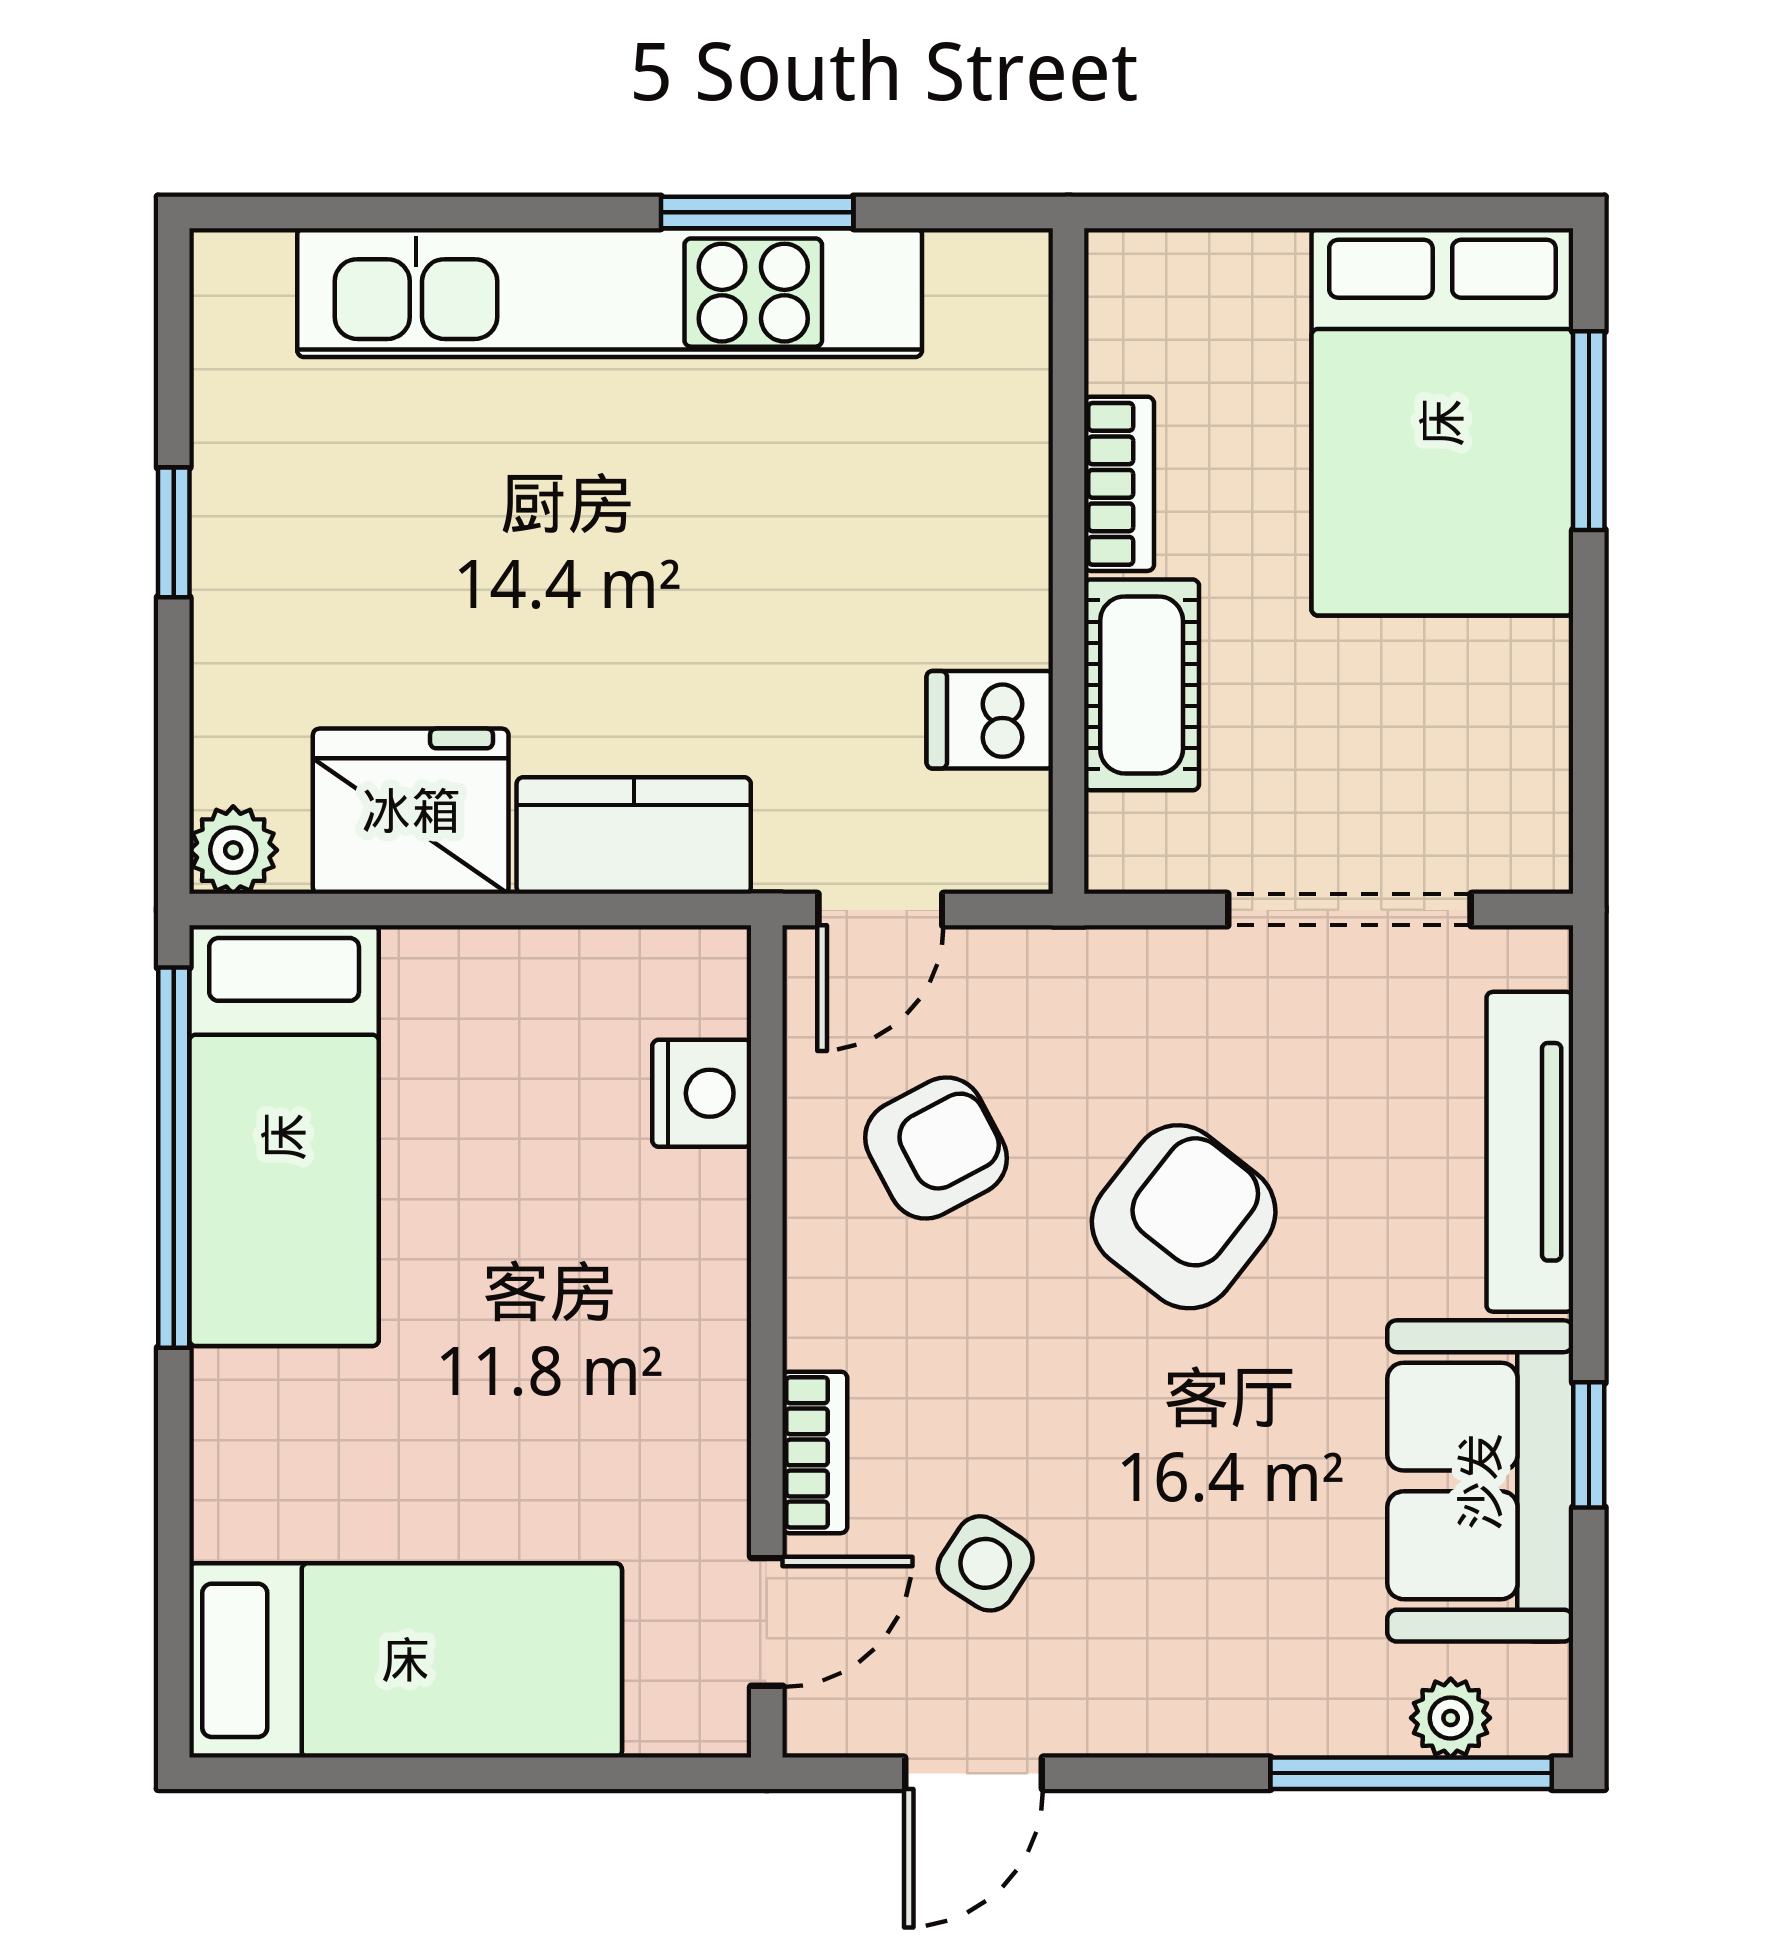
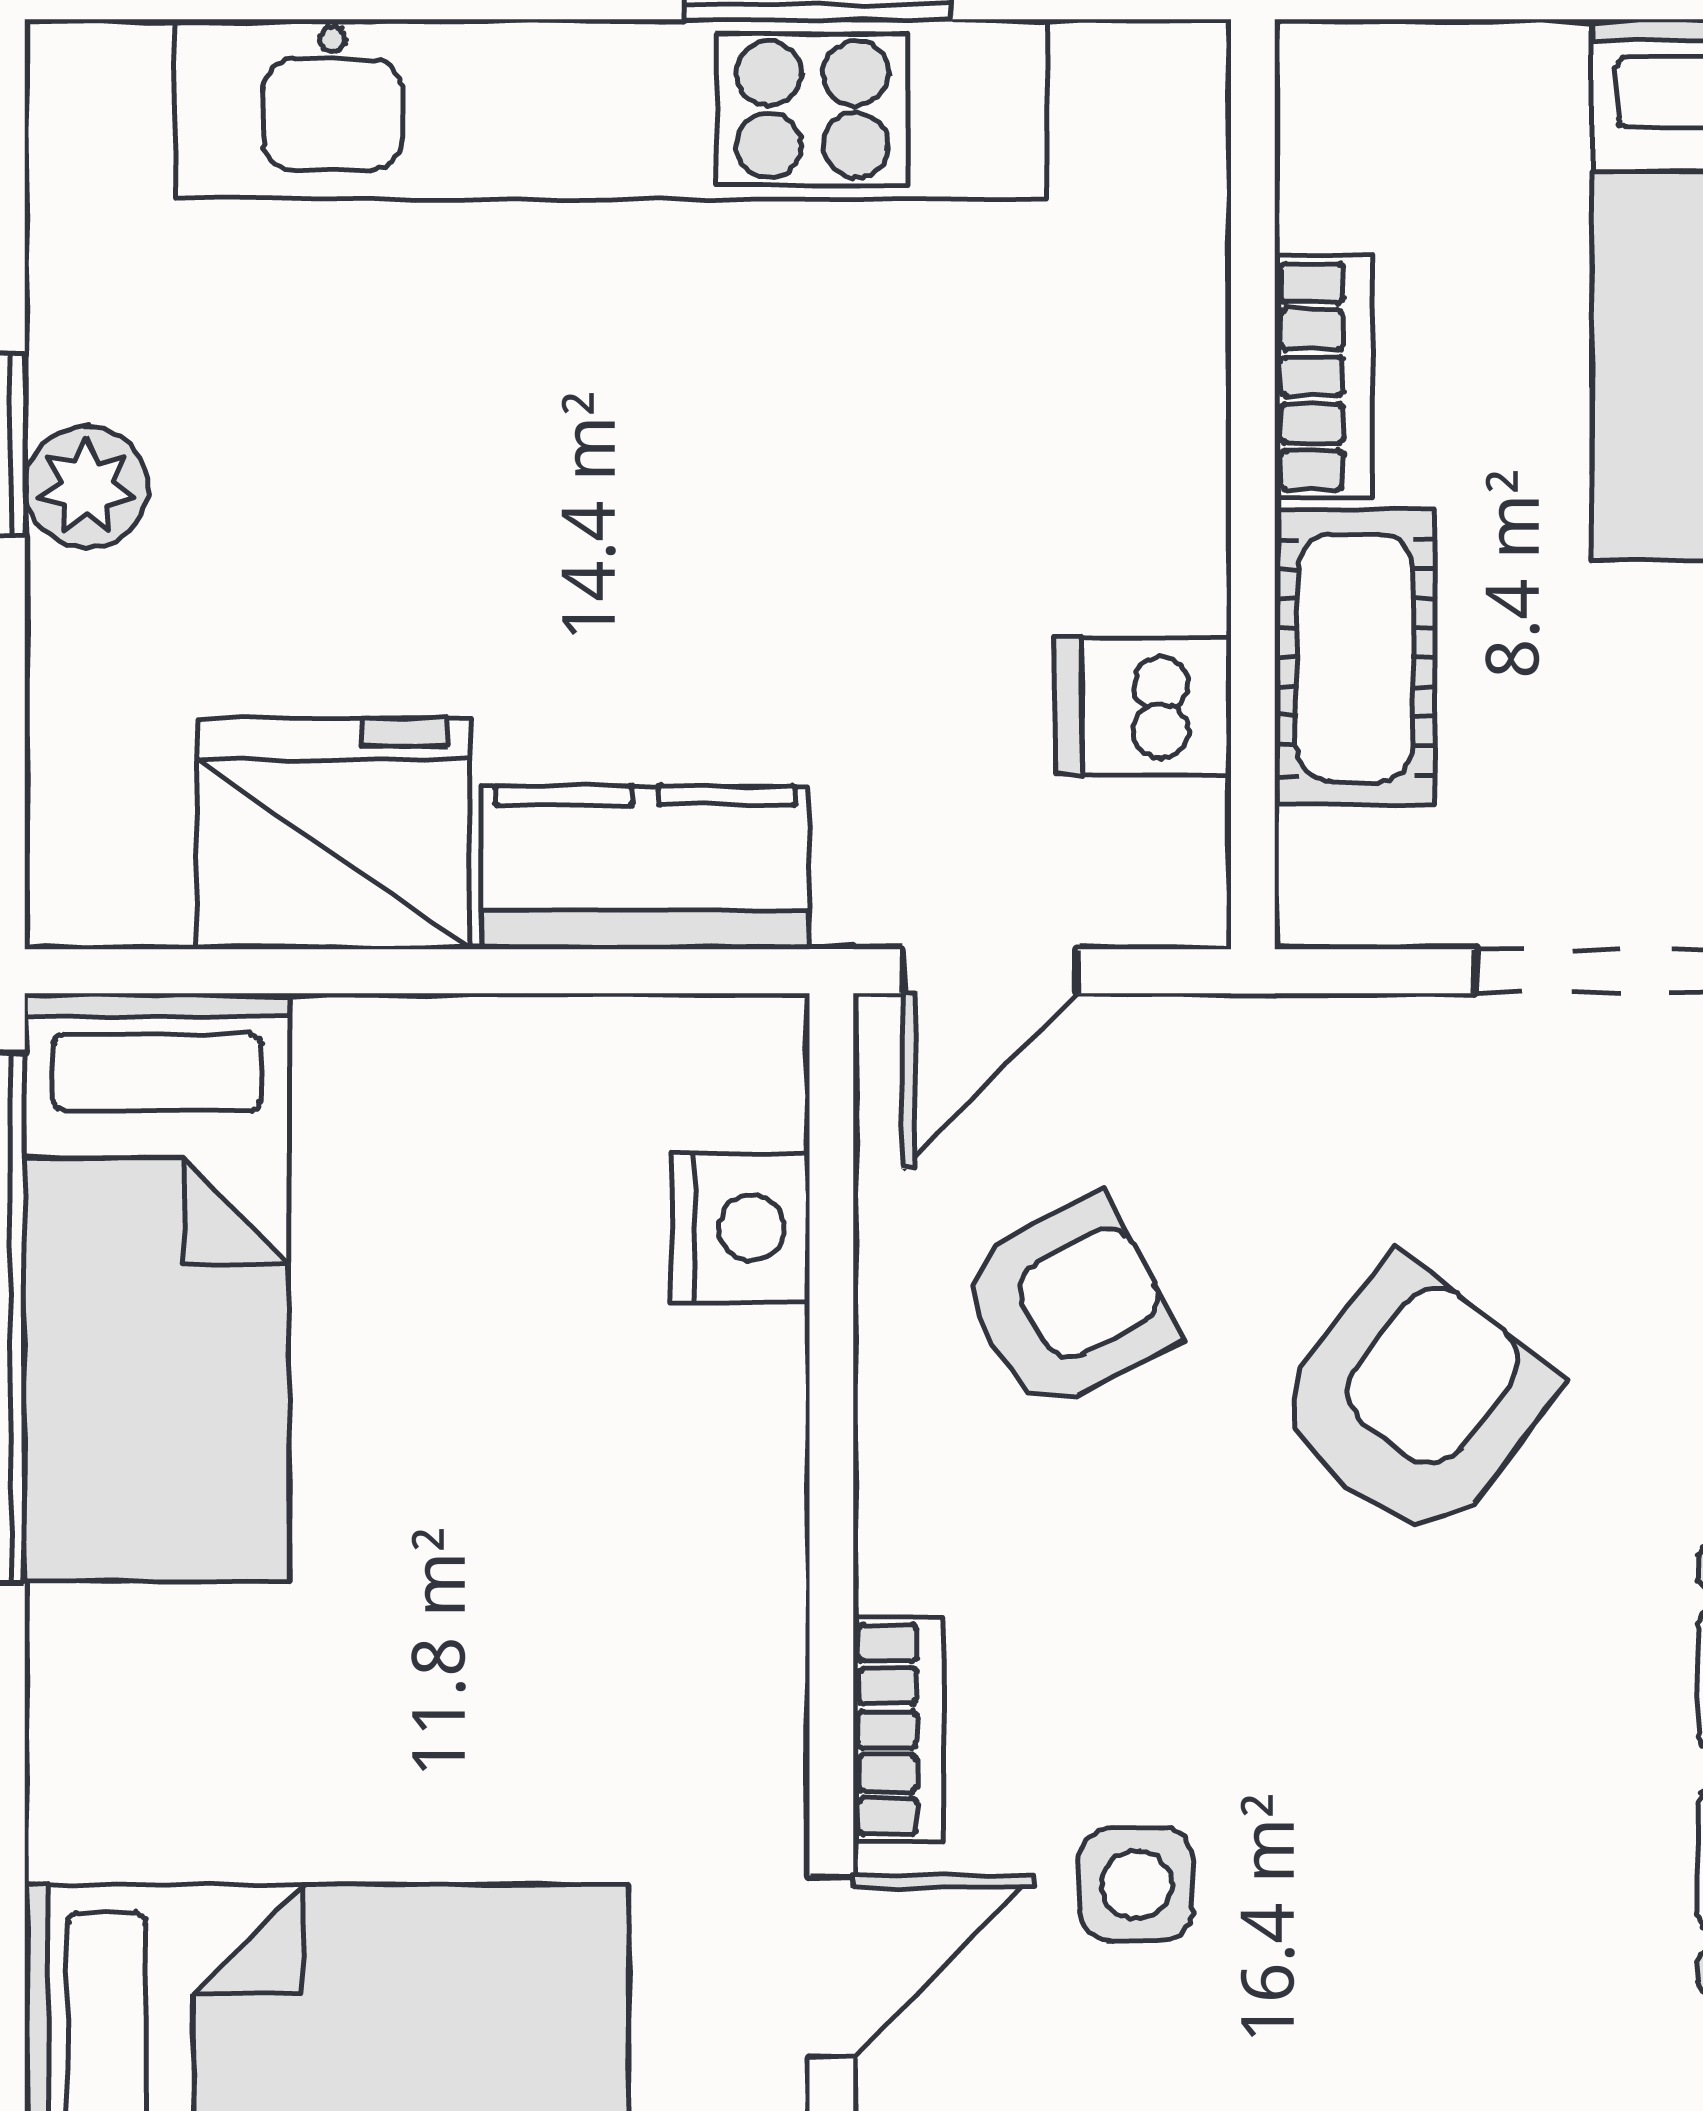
plant: (233, 850) -> (86, 487), moved
side table: (985, 1563) -> (1136, 1885), turned -33

